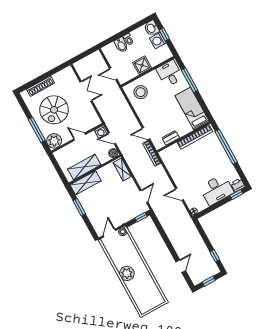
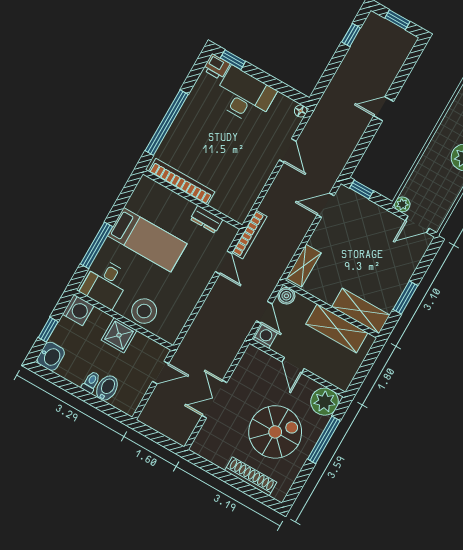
washing machine: (158, 41) -> (78, 310), moved
door: (113, 74) -> (161, 373), hinge flipped
stool: (141, 92) -> (144, 311), moved
bed: (192, 109) -> (147, 240), moved, turned -90
door: (181, 266) -> (384, 109), moved

